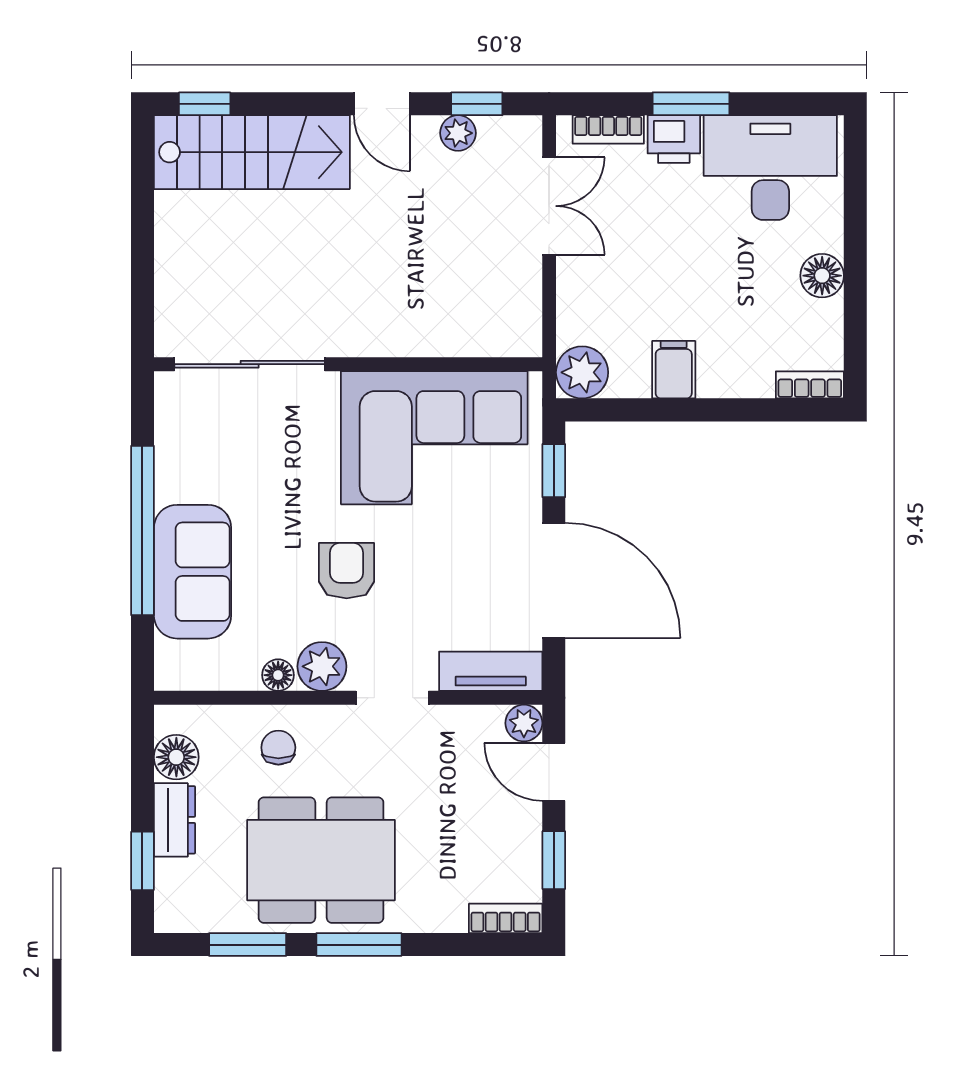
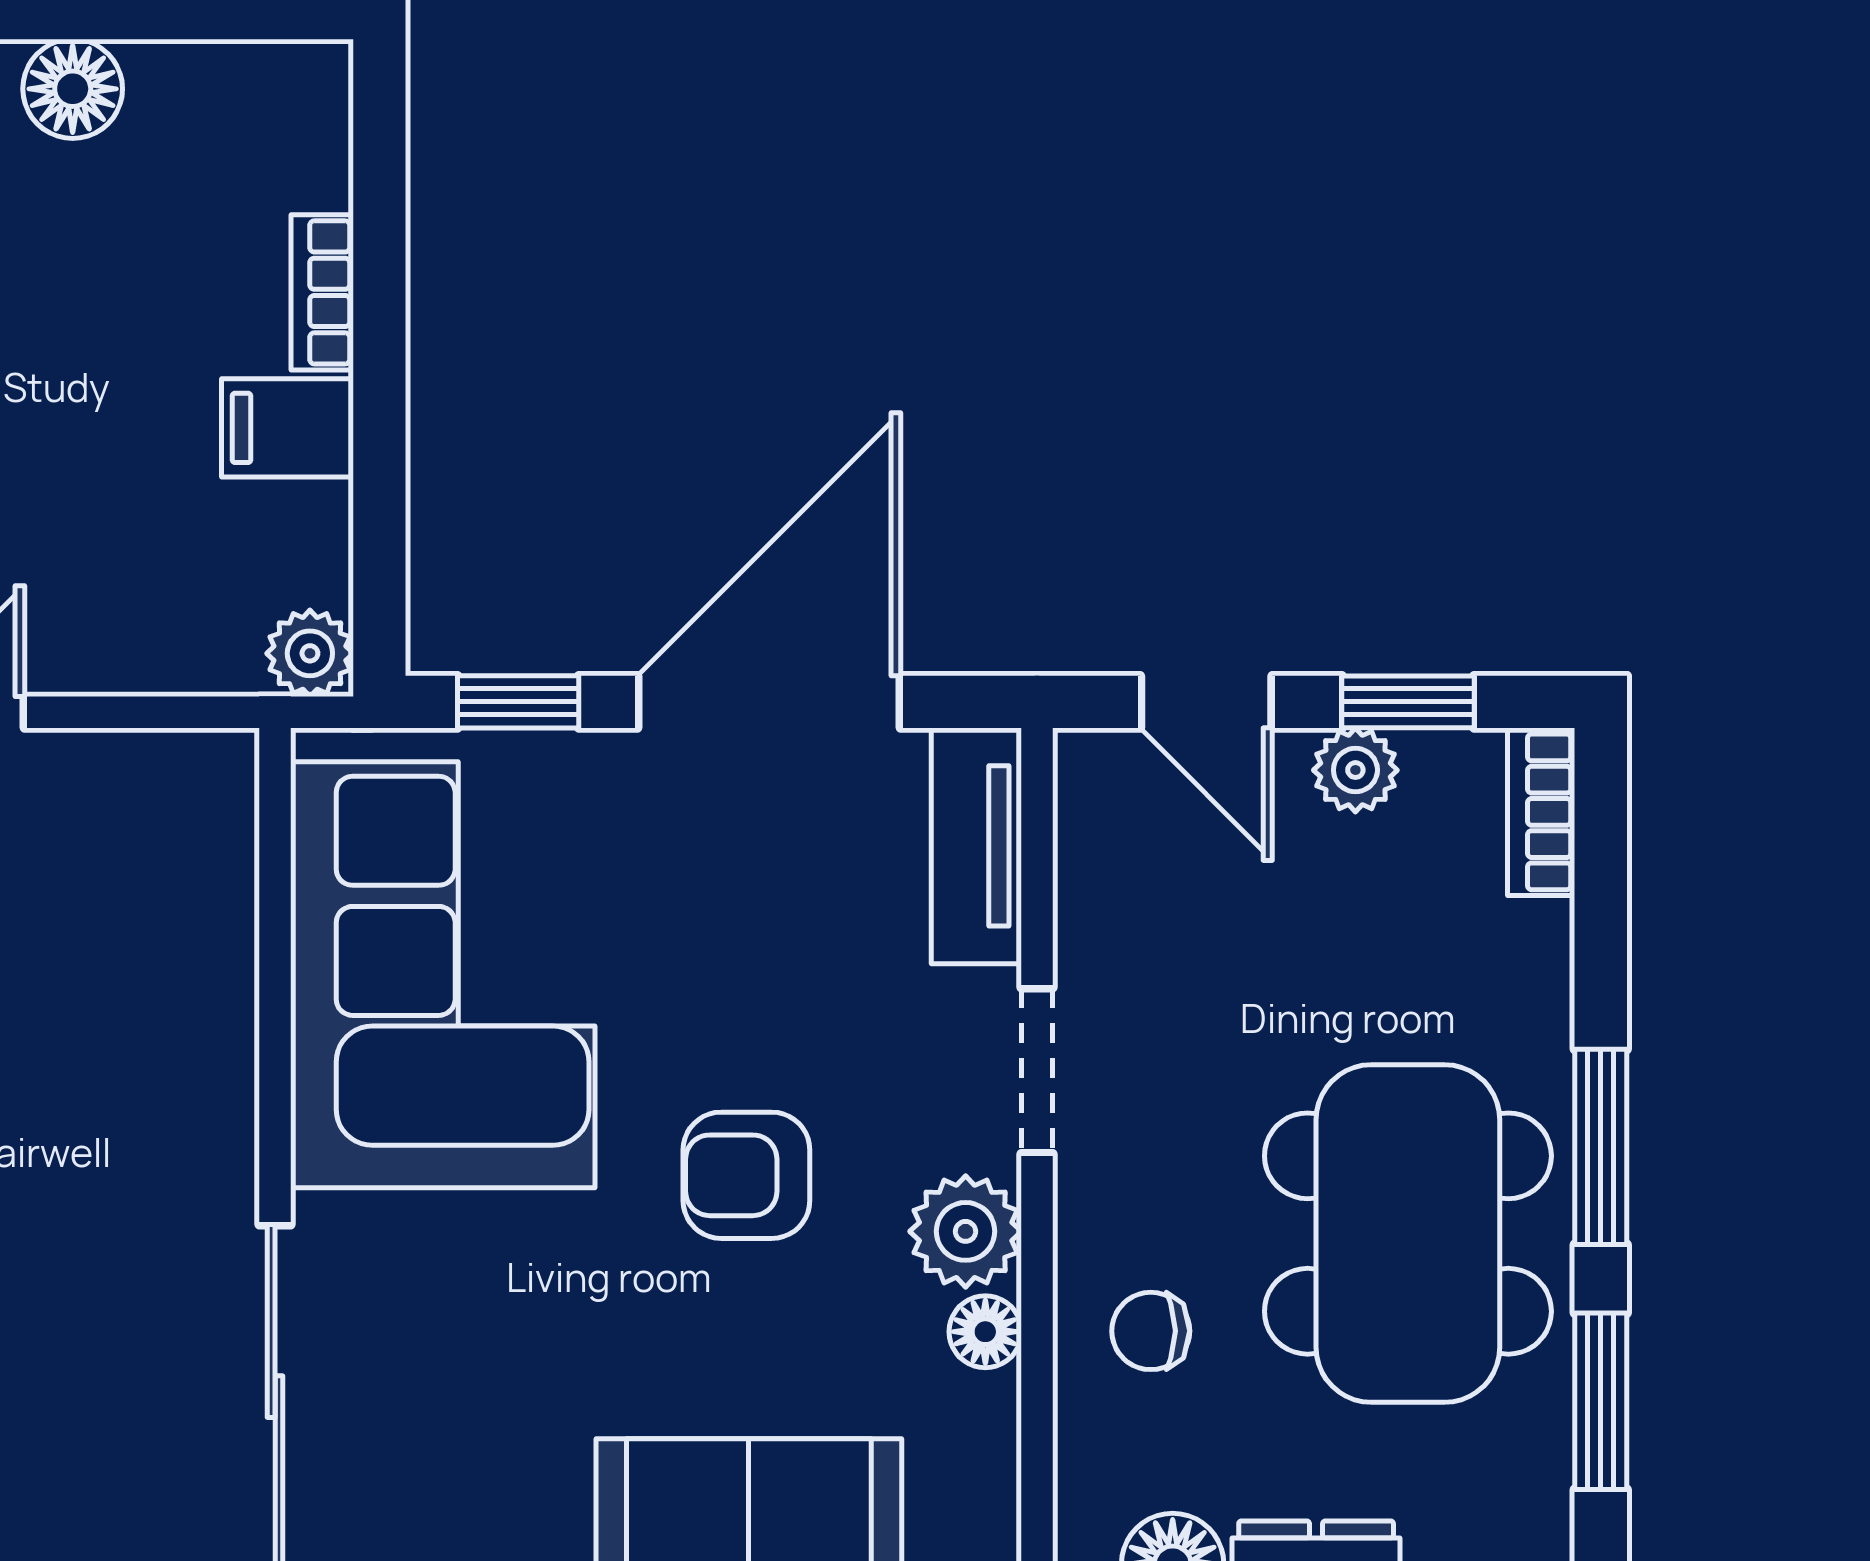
plant: (582, 372) -> (310, 653), width x0.73, depth x0.73
bookcase: (810, 385) -> (322, 292), moved
plant: (524, 723) -> (1355, 770), moved
door: (554, 772) -> (1206, 702), hinge flipped

